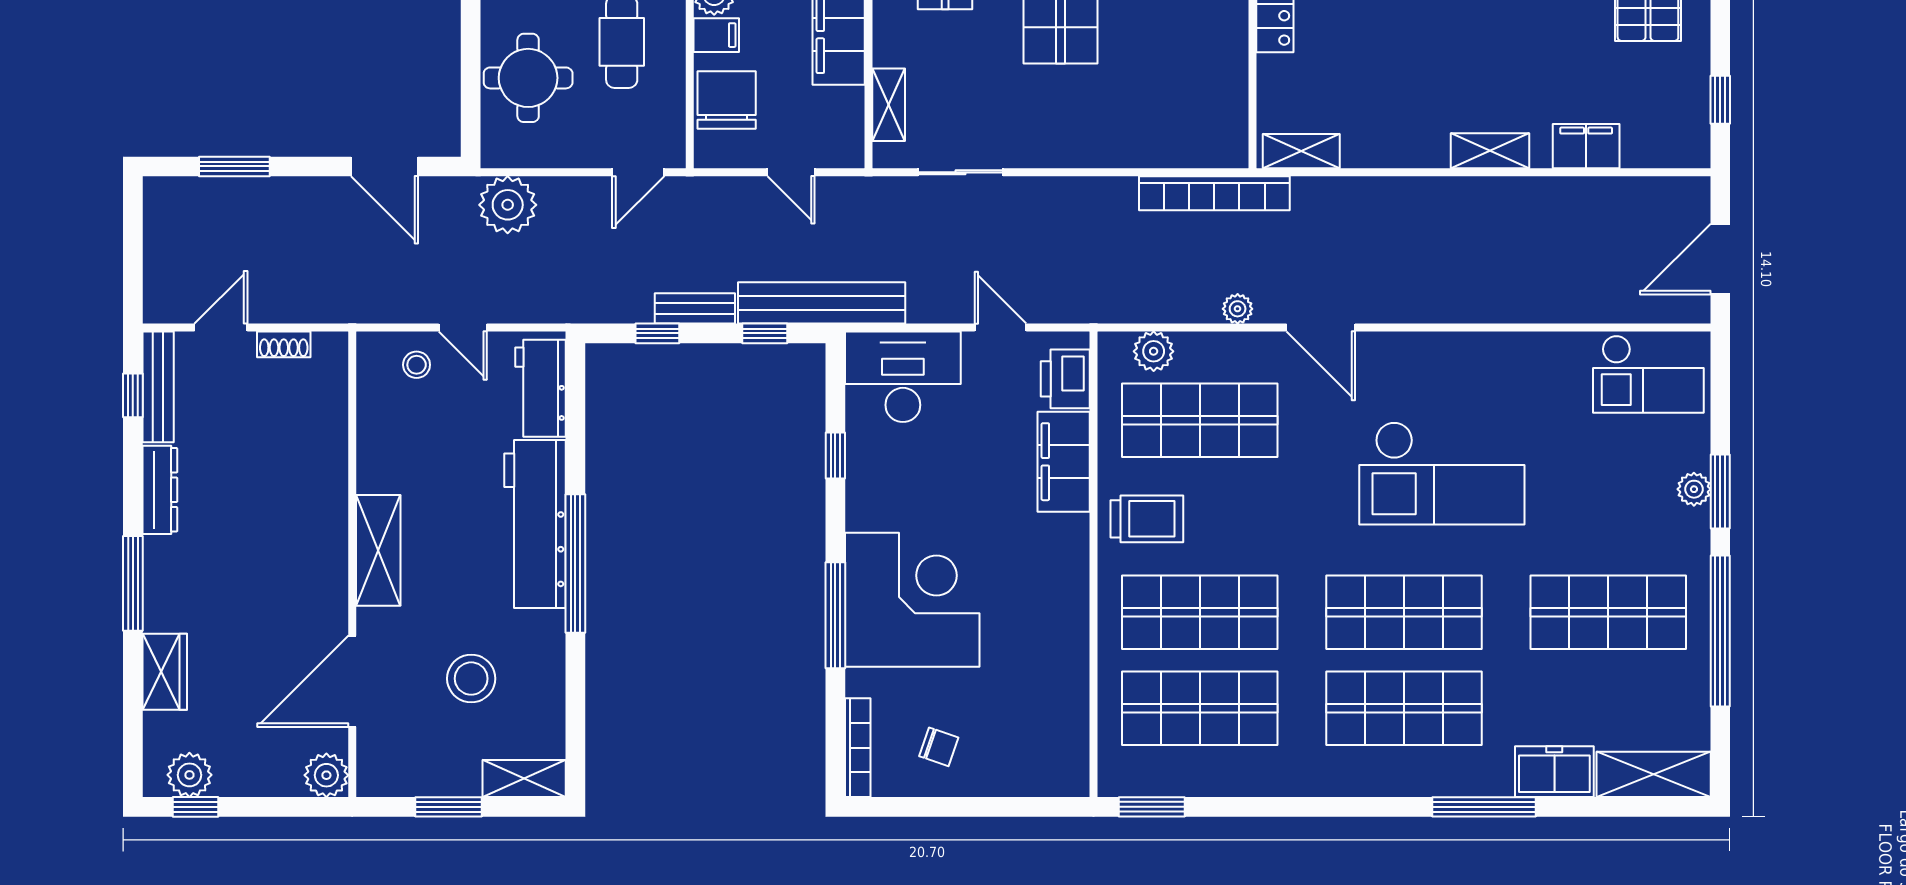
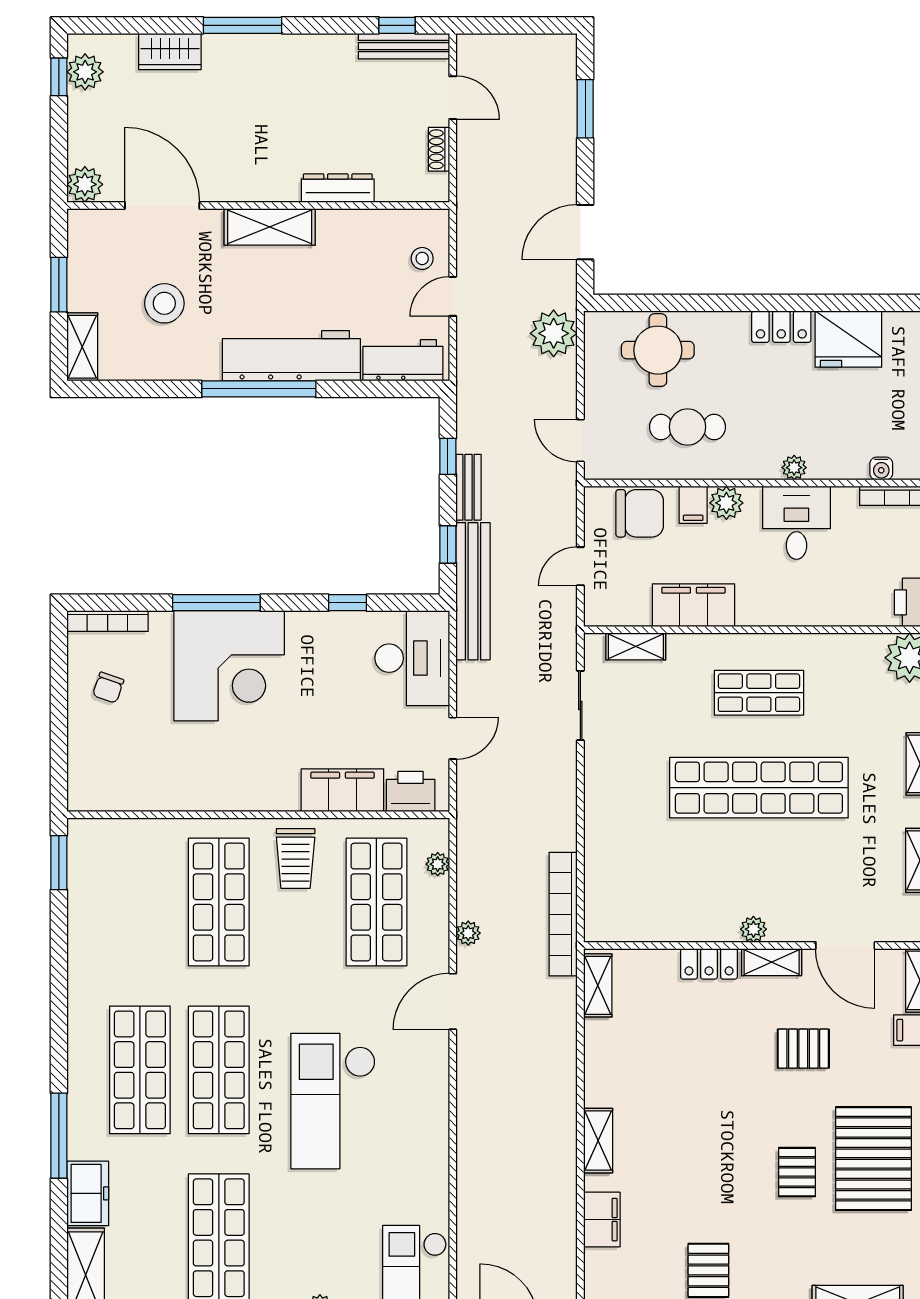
plant: (1154, 351) -> (438, 864), width x0.73, depth x0.73
dresser: (160, 490) -> (338, 188), moved, turned 180
shop shelf: (1200, 708) -> (140, 902), removed

